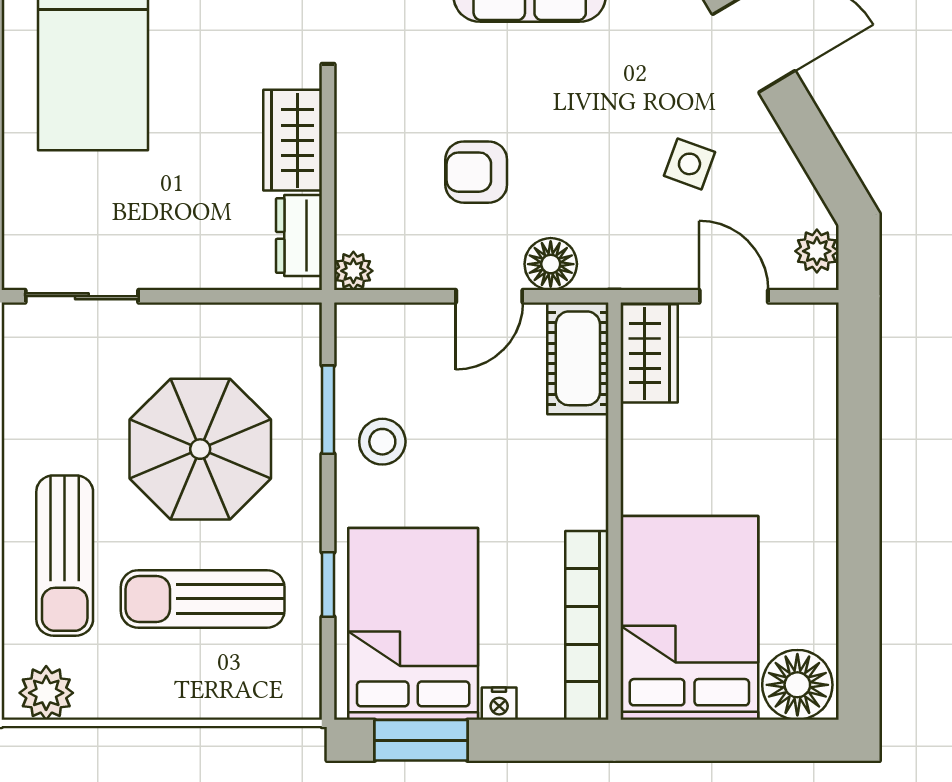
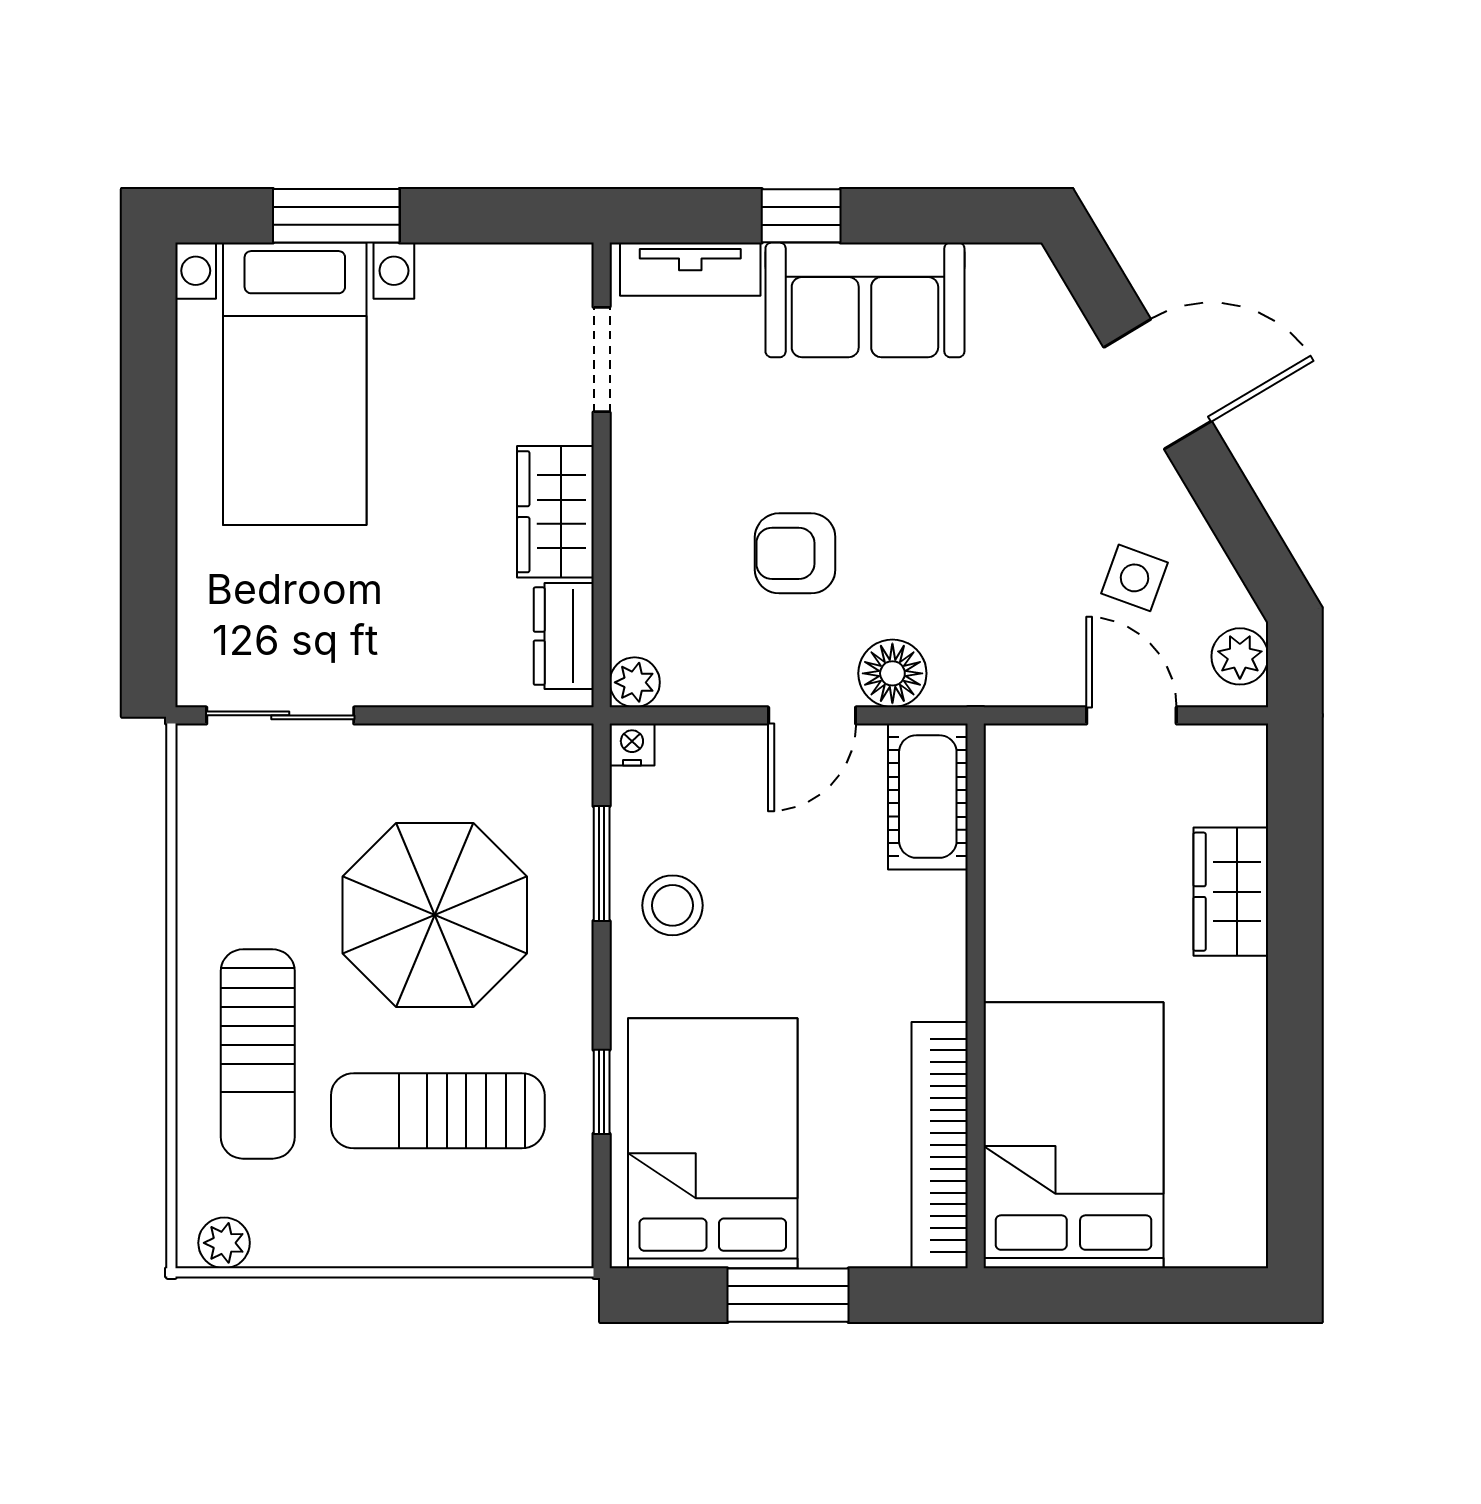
side table: (689, 164) -> (1134, 578), moved
wardrobe: (649, 353) -> (1231, 892), moved, turned 180
floor lamp: (797, 685) -> (1214, 1223), removed
plant: (46, 693) -> (224, 1243), width x0.73, depth x0.73
nightstand: (499, 704) -> (632, 745), moved, turned 180
window: (421, 740) -> (788, 1295), moved

